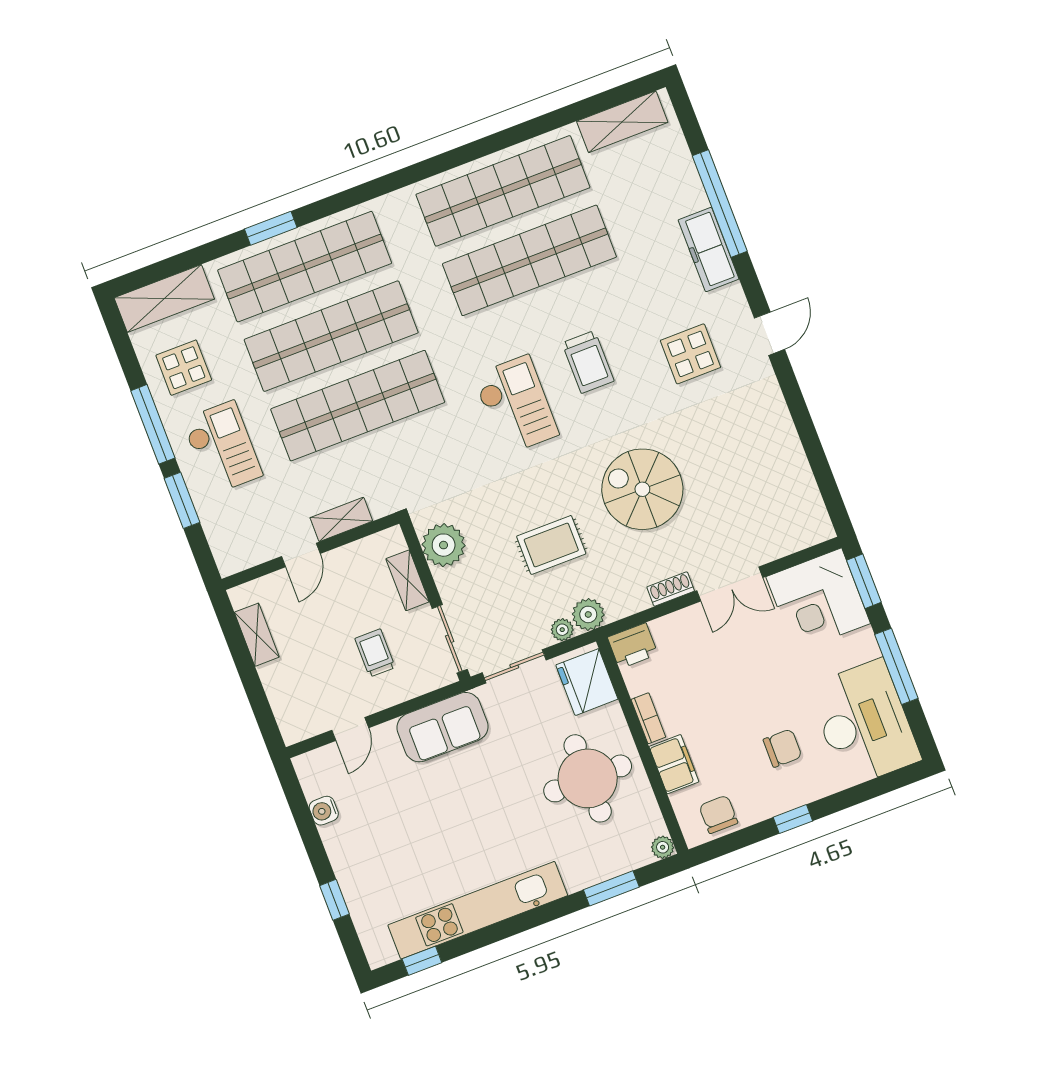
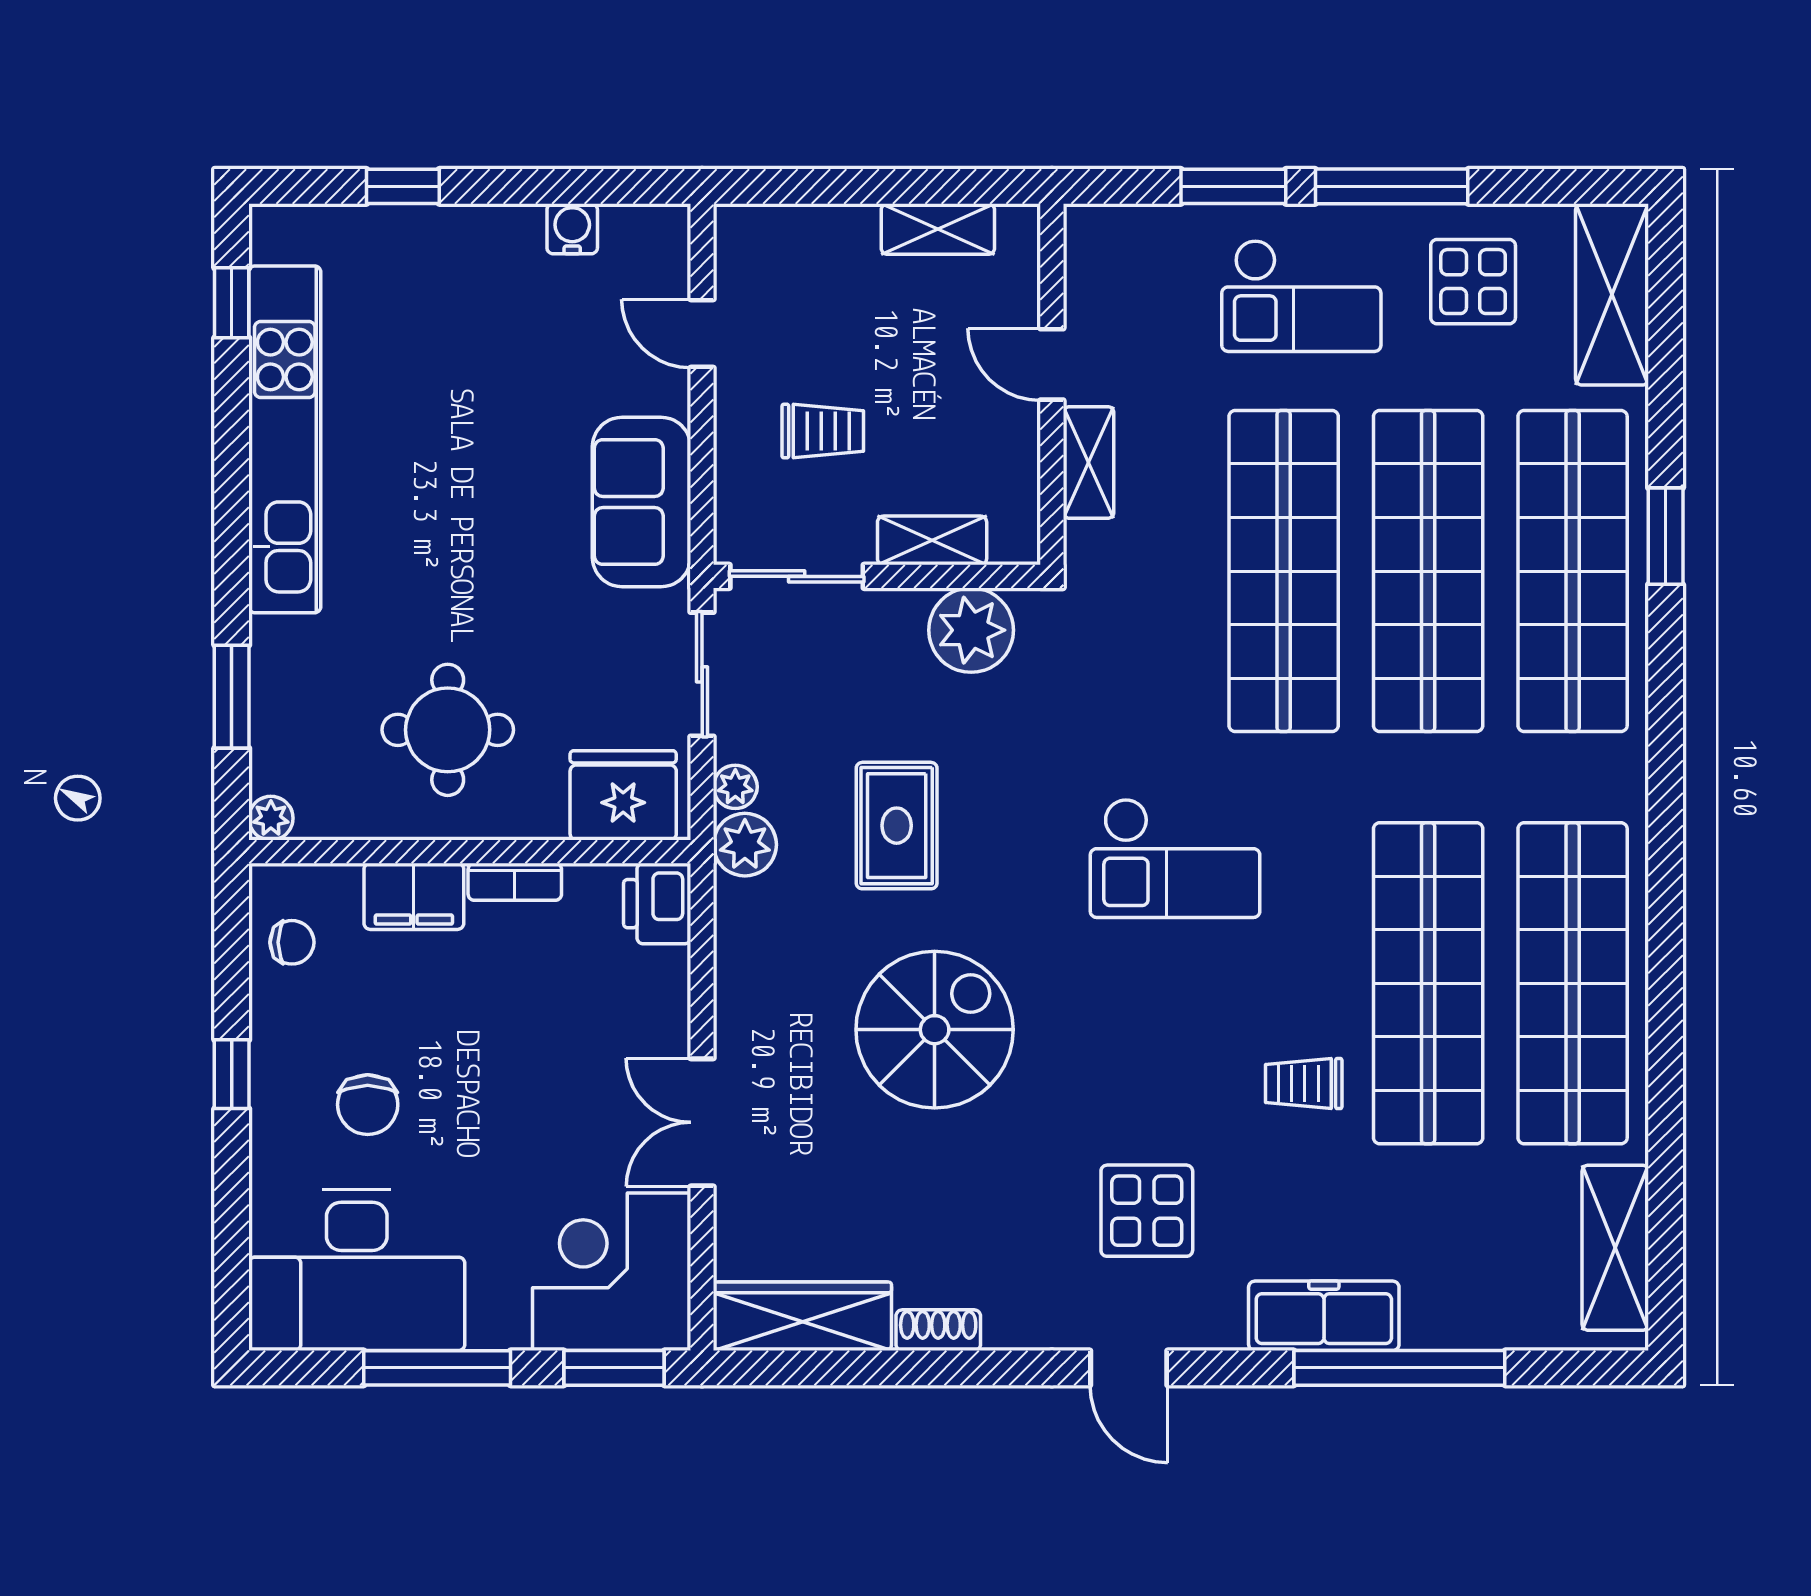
trolley: (588, 362) -> (1304, 1084), moved, width x0.73, depth x0.72
wardrobe: (804, 500) -> (802, 1316), added
shoe rack: (671, 589) -> (938, 1330), moved, turned -90
round table: (588, 778) -> (448, 730), width x0.73, depth x0.73
chair: (718, 814) -> (292, 942), width x0.73, depth x0.73

